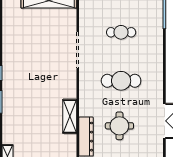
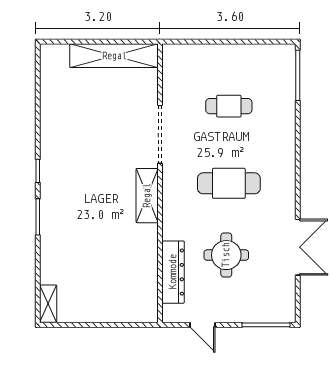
shelving: (70, 116) -> (147, 196), moved

